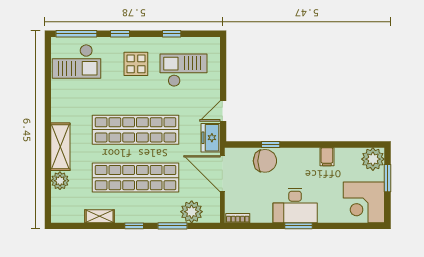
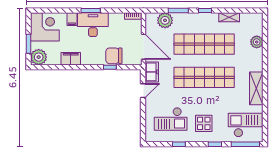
shelving: (60, 147) -> (256, 88), moved
filing cabinet: (327, 157) -> (71, 59), width x2.00
filing cabinet: (325, 214) -> (72, 19), added

